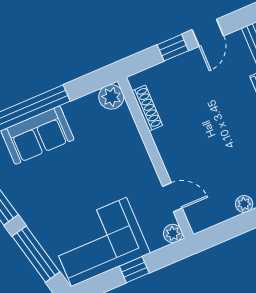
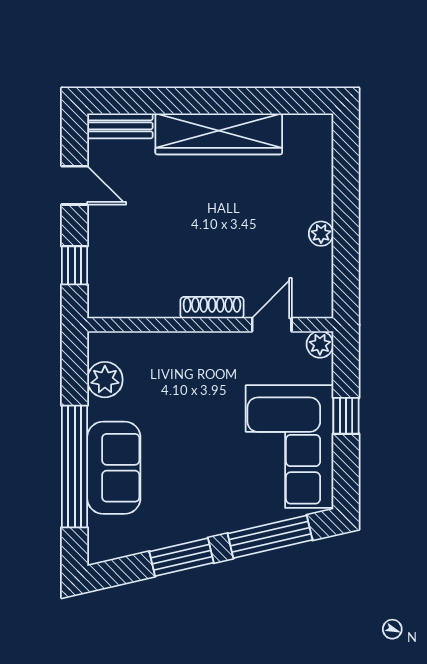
window: (173, 48) -> (75, 265), moved
plant: (111, 97) -> (105, 380), moved
shoe rack: (147, 108) -> (212, 308), moved

